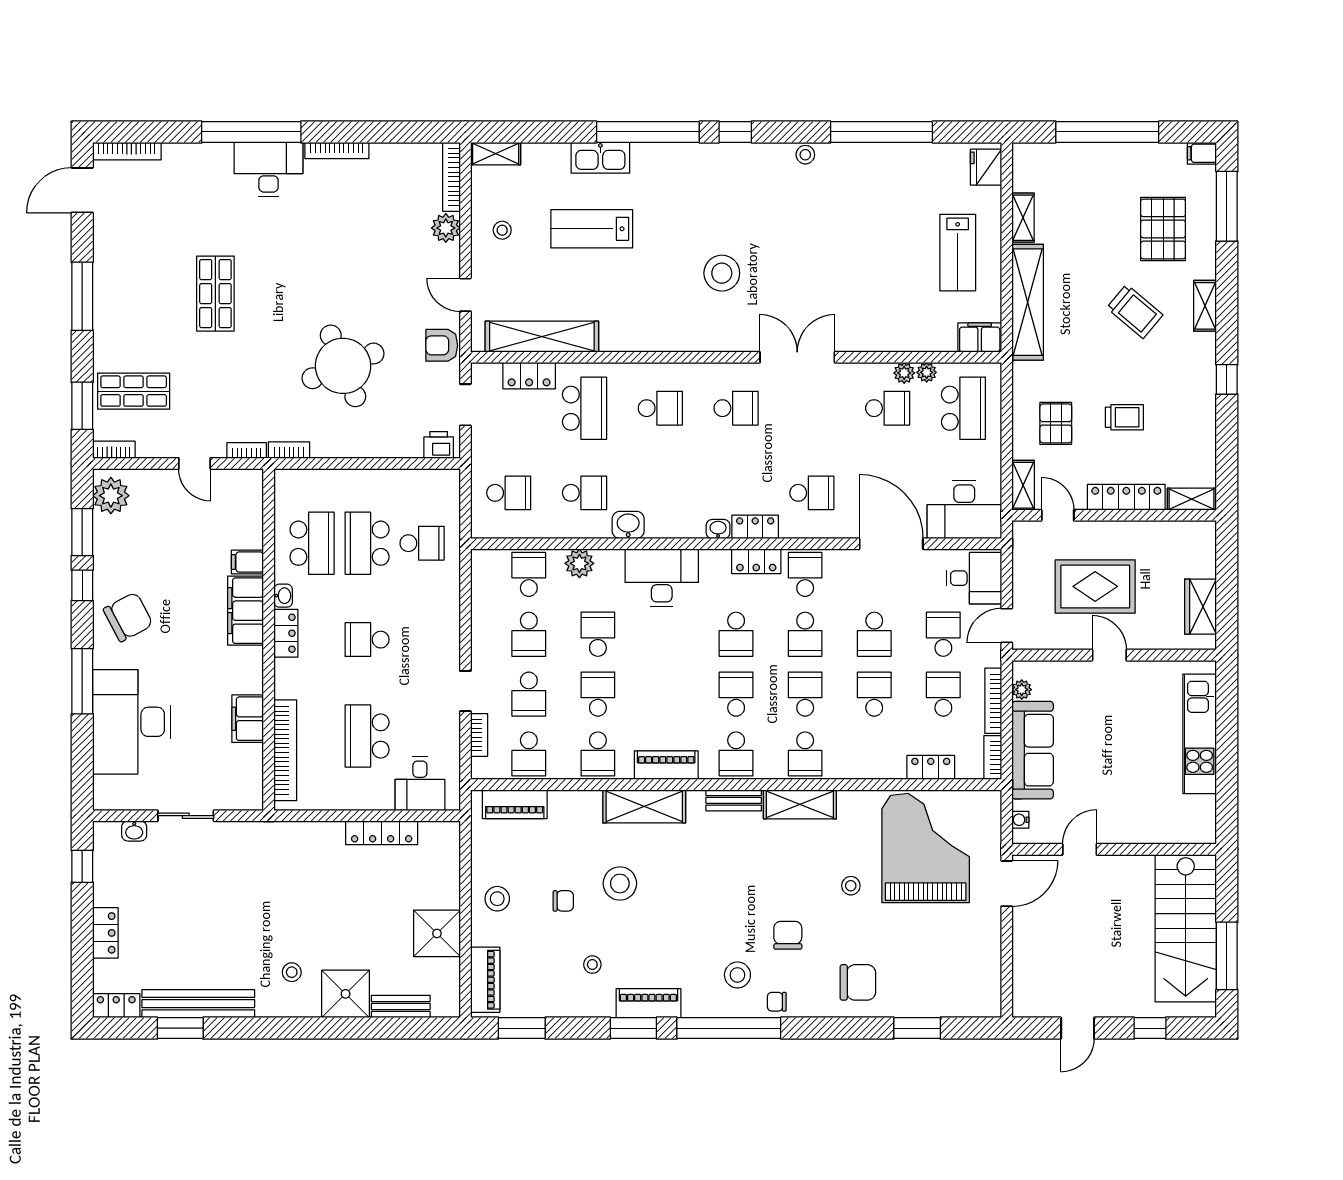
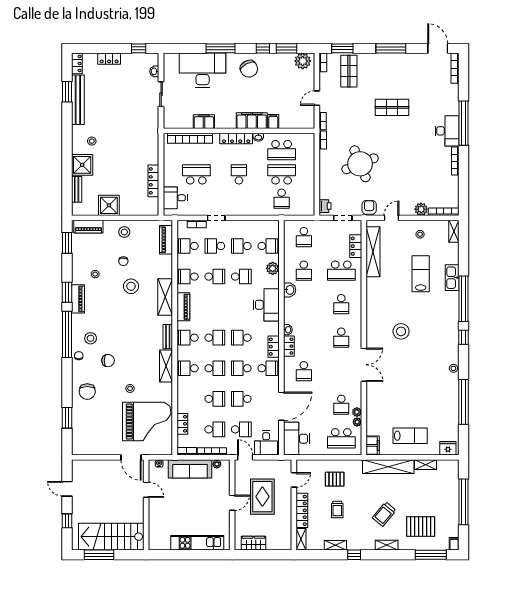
lab bench: (958, 253) -> (410, 436), turned 180
shelving: (1023, 485) -> (335, 545), moved
locker: (286, 633) -> (236, 139), width x1.53

